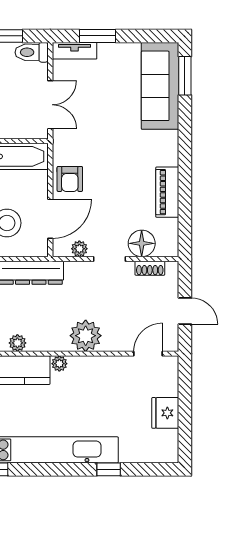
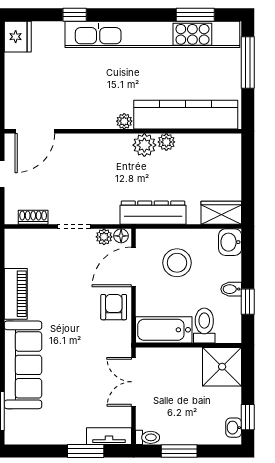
toilet: (32, 52) -> (148, 437), width x0.73, depth x0.72
sofa: (160, 86) -> (23, 365), moved
floor lamp: (142, 243) -> (121, 236), moved, width x0.53, depth x0.53
plant: (86, 336) -> (144, 145), moved, width x0.73, depth x0.73
door: (148, 354) -> (35, 131), width x1.38
fridge: (165, 413) -> (18, 37), moved

